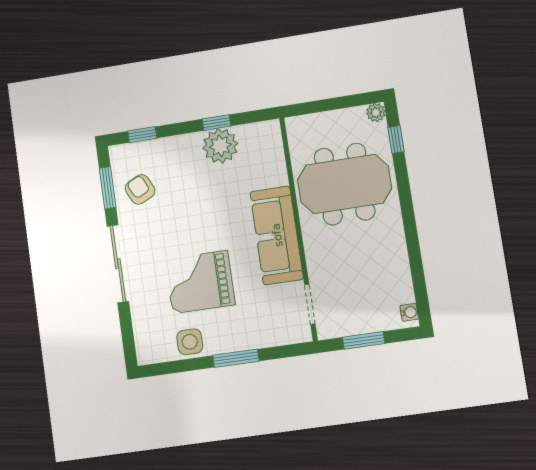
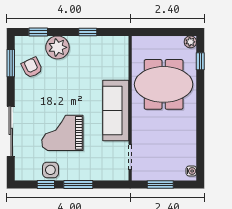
plant: (220, 146) -> (57, 47), moved
sliding door: (118, 264) -> (11, 131), moved
window: (186, 365) -> (46, 184), added

